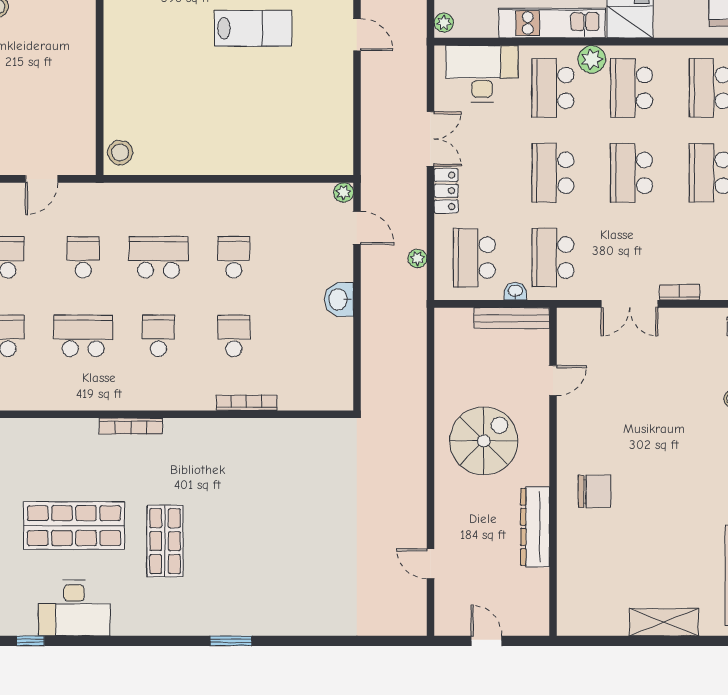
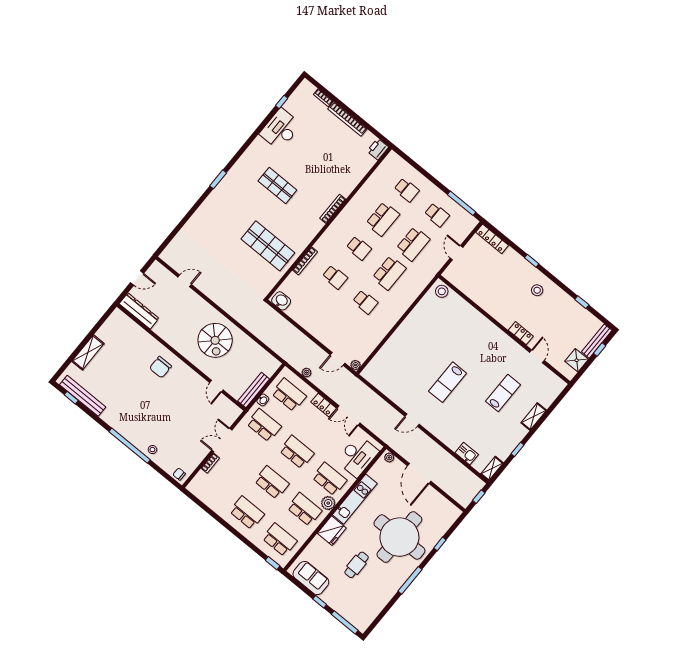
school desk: (83, 257) -> (413, 244), width x1.85
washbasin: (339, 299) -> (281, 301), moved
shop shelf: (74, 526) -> (268, 246), moved, turned 90
dresser: (535, 527) -> (139, 311), moved

